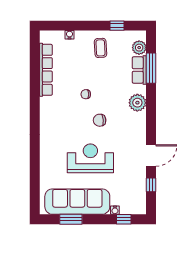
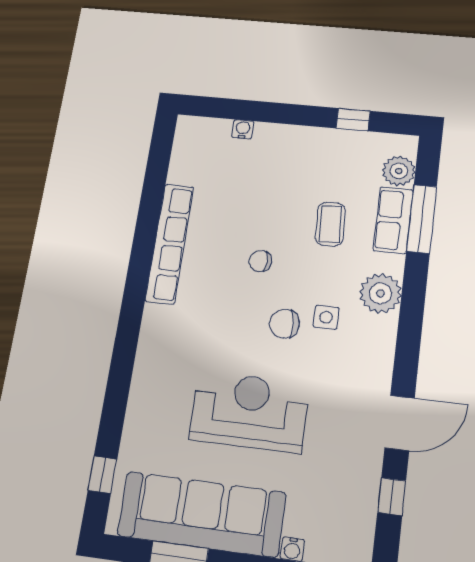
coffee table: (100, 48) -> (330, 224), moved
row of seats: (46, 70) -> (170, 243), moved
side table: (116, 115) -> (326, 317), added
window: (35, 191) -> (102, 475), added

